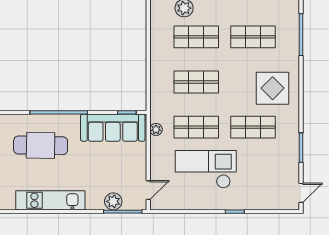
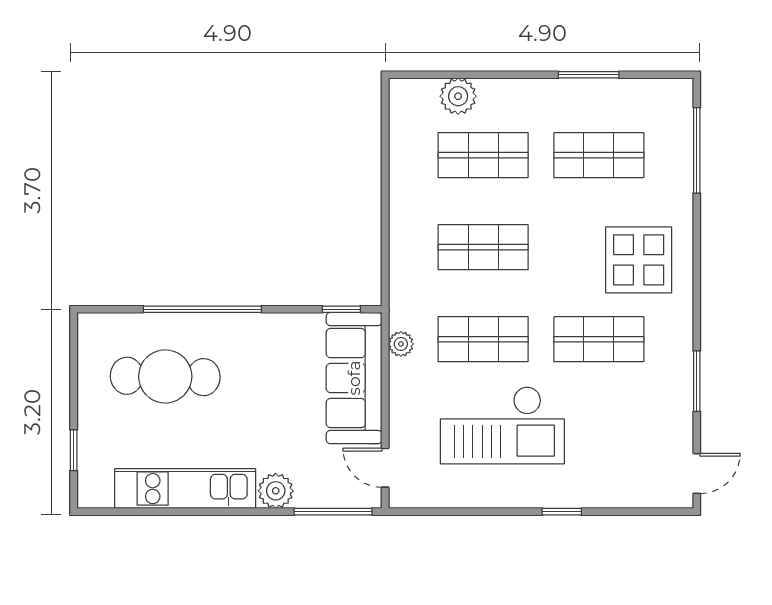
sofa: (113, 128) -> (354, 378), moved, turned 90
checkout: (206, 169) -> (502, 425), turned 180
door: (148, 190) -> (385, 468), swing flipped
plant: (113, 201) -> (276, 491), moved

